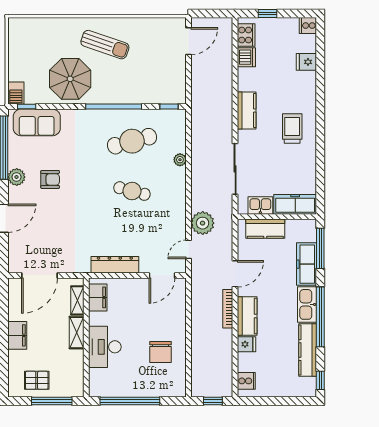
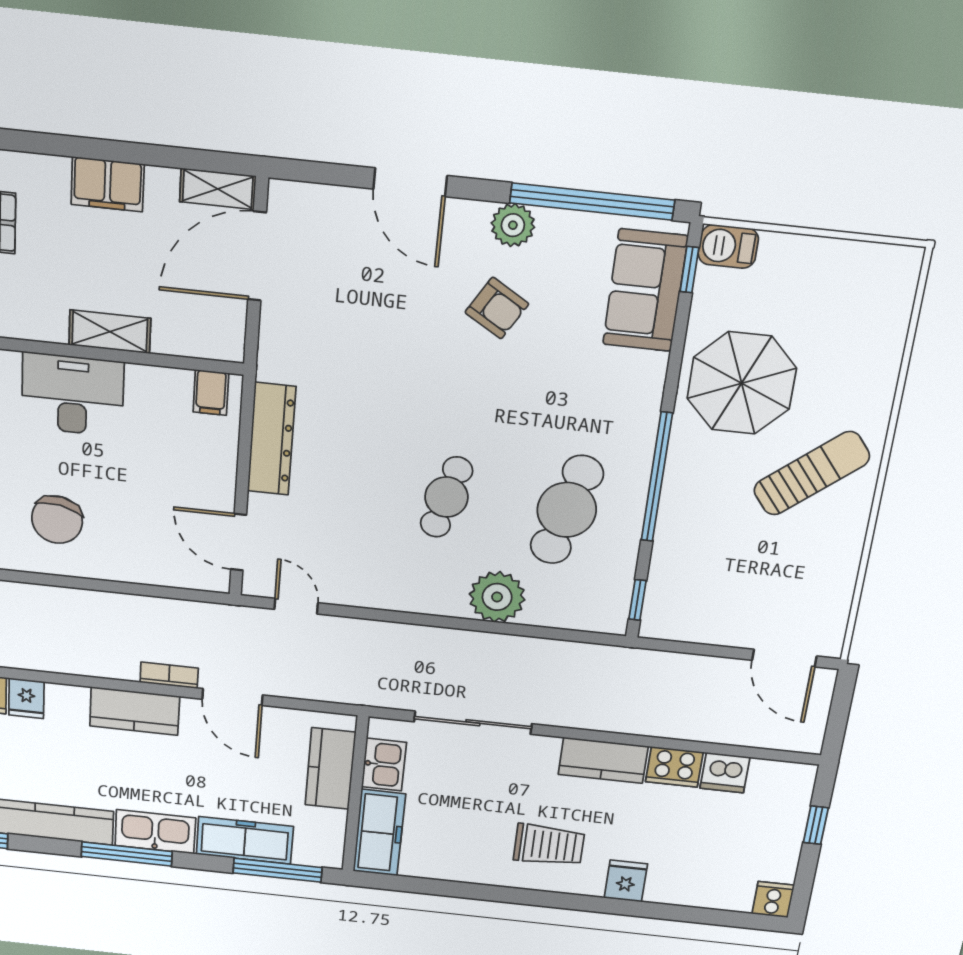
cooker: (246, 35) -> (674, 767), moved
sun lounger: (105, 45) -> (812, 473), turned -148
fridge: (306, 62) -> (626, 881), moved
cafe table: (132, 141) -> (567, 510), turned 30
plant: (180, 160) -> (497, 597), width x1.88, depth x1.88
armchair: (50, 179) -> (497, 308), turned -59
plant: (203, 223) -> (355, 642), removed
door: (39, 275) -> (257, 256), hinge flipped
filing cabinet: (98, 297) -> (211, 393), width x0.50
shelving: (77, 300) -> (218, 189), moved
bookcase: (228, 309) -> (169, 675), width x0.64
window: (320, 317) -> (127, 854), width x0.68
fridge: (247, 344) -> (26, 698), moved
chair: (161, 352) -> (57, 520), turned -79

